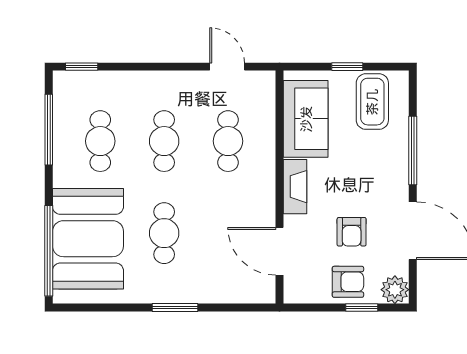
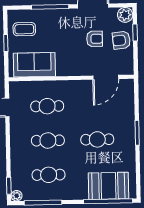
plant: (63, 81) -> (17, 196), added
coffee table: (372, 102) -> (24, 29), width x0.73, depth x0.77
fireplace: (295, 187) -> (71, 70), removed
booth: (88, 239) -> (108, 186), width x0.73, depth x0.70
armchair: (348, 282) -> (121, 40), turned -96

